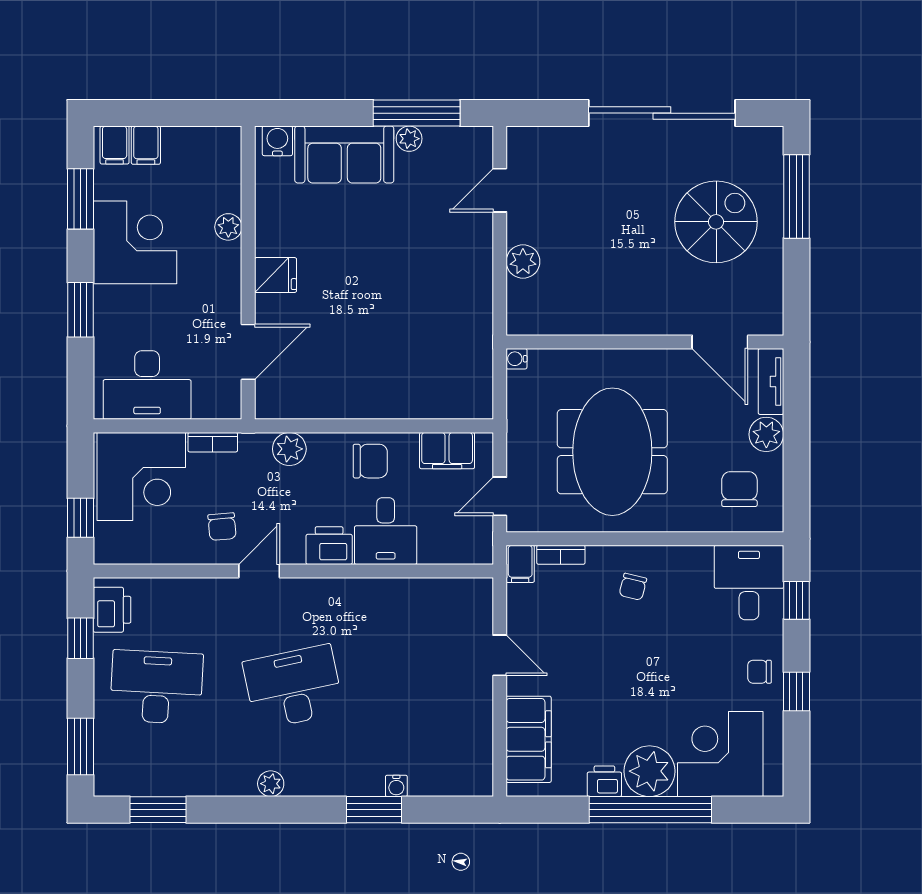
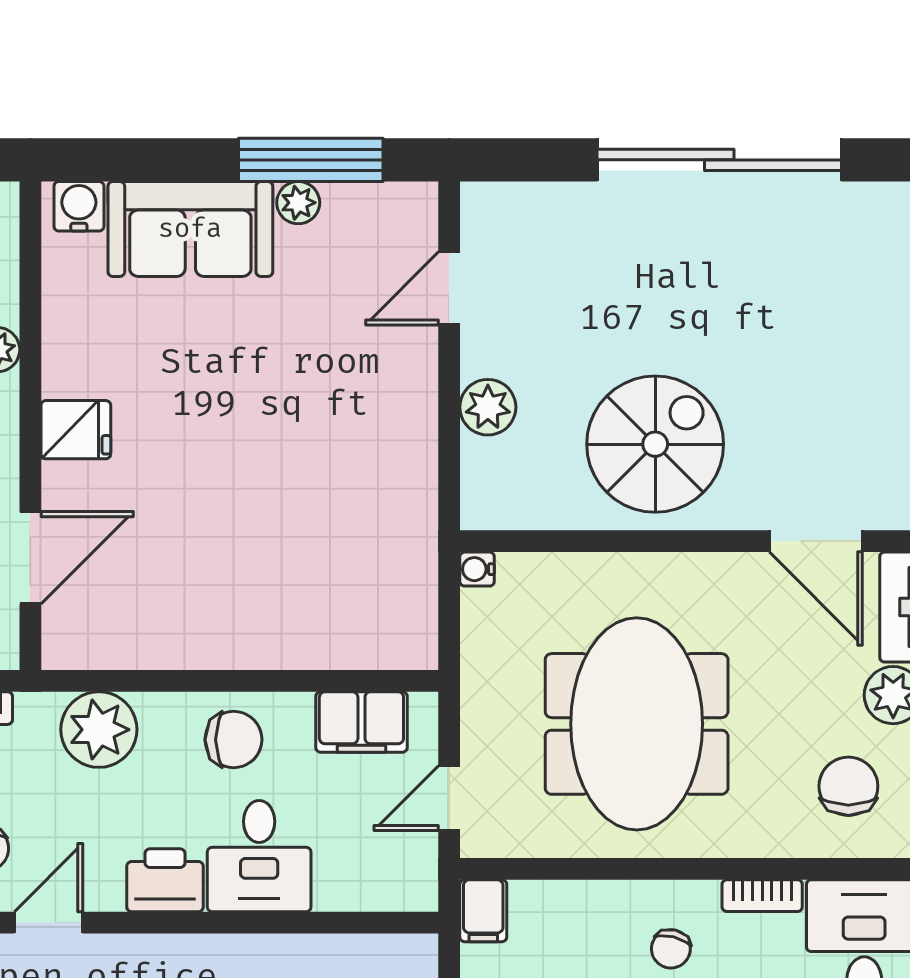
spiral stairs: (716, 222) -> (655, 444), moved
plant: (289, 449) -> (99, 730), width x1.36, depth x1.36
bookcase: (561, 555) -> (762, 896), moved

